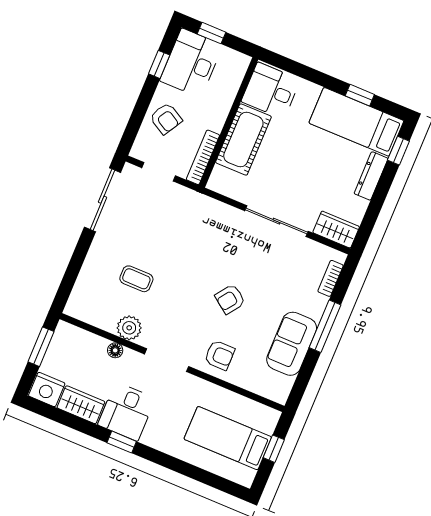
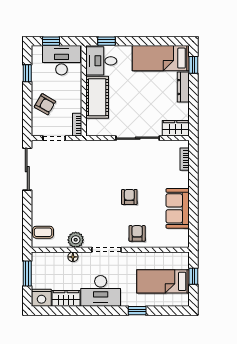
desk: (191, 63) -> (61, 60), moved, turned 90
window: (360, 95) -> (107, 41), moved
bookcase: (203, 157) -> (77, 125), width x0.64
coffee table: (136, 279) -> (43, 232), moved
armchair: (230, 299) -> (129, 197), turned 144
window: (325, 326) -> (193, 189), removed
armchair: (220, 355) -> (137, 233), turned -90
desk: (127, 412) -> (101, 291), width x1.37
window: (122, 442) -> (137, 311), moved

